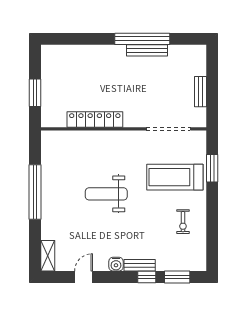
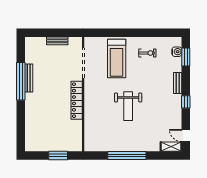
locker: (95, 120) -> (77, 100), moved
window: (212, 168) -> (110, 33), removed
water cooler: (116, 264) -> (177, 52), moved
door: (84, 277) -> (186, 136), moved
window: (147, 277) -> (186, 102), moved

